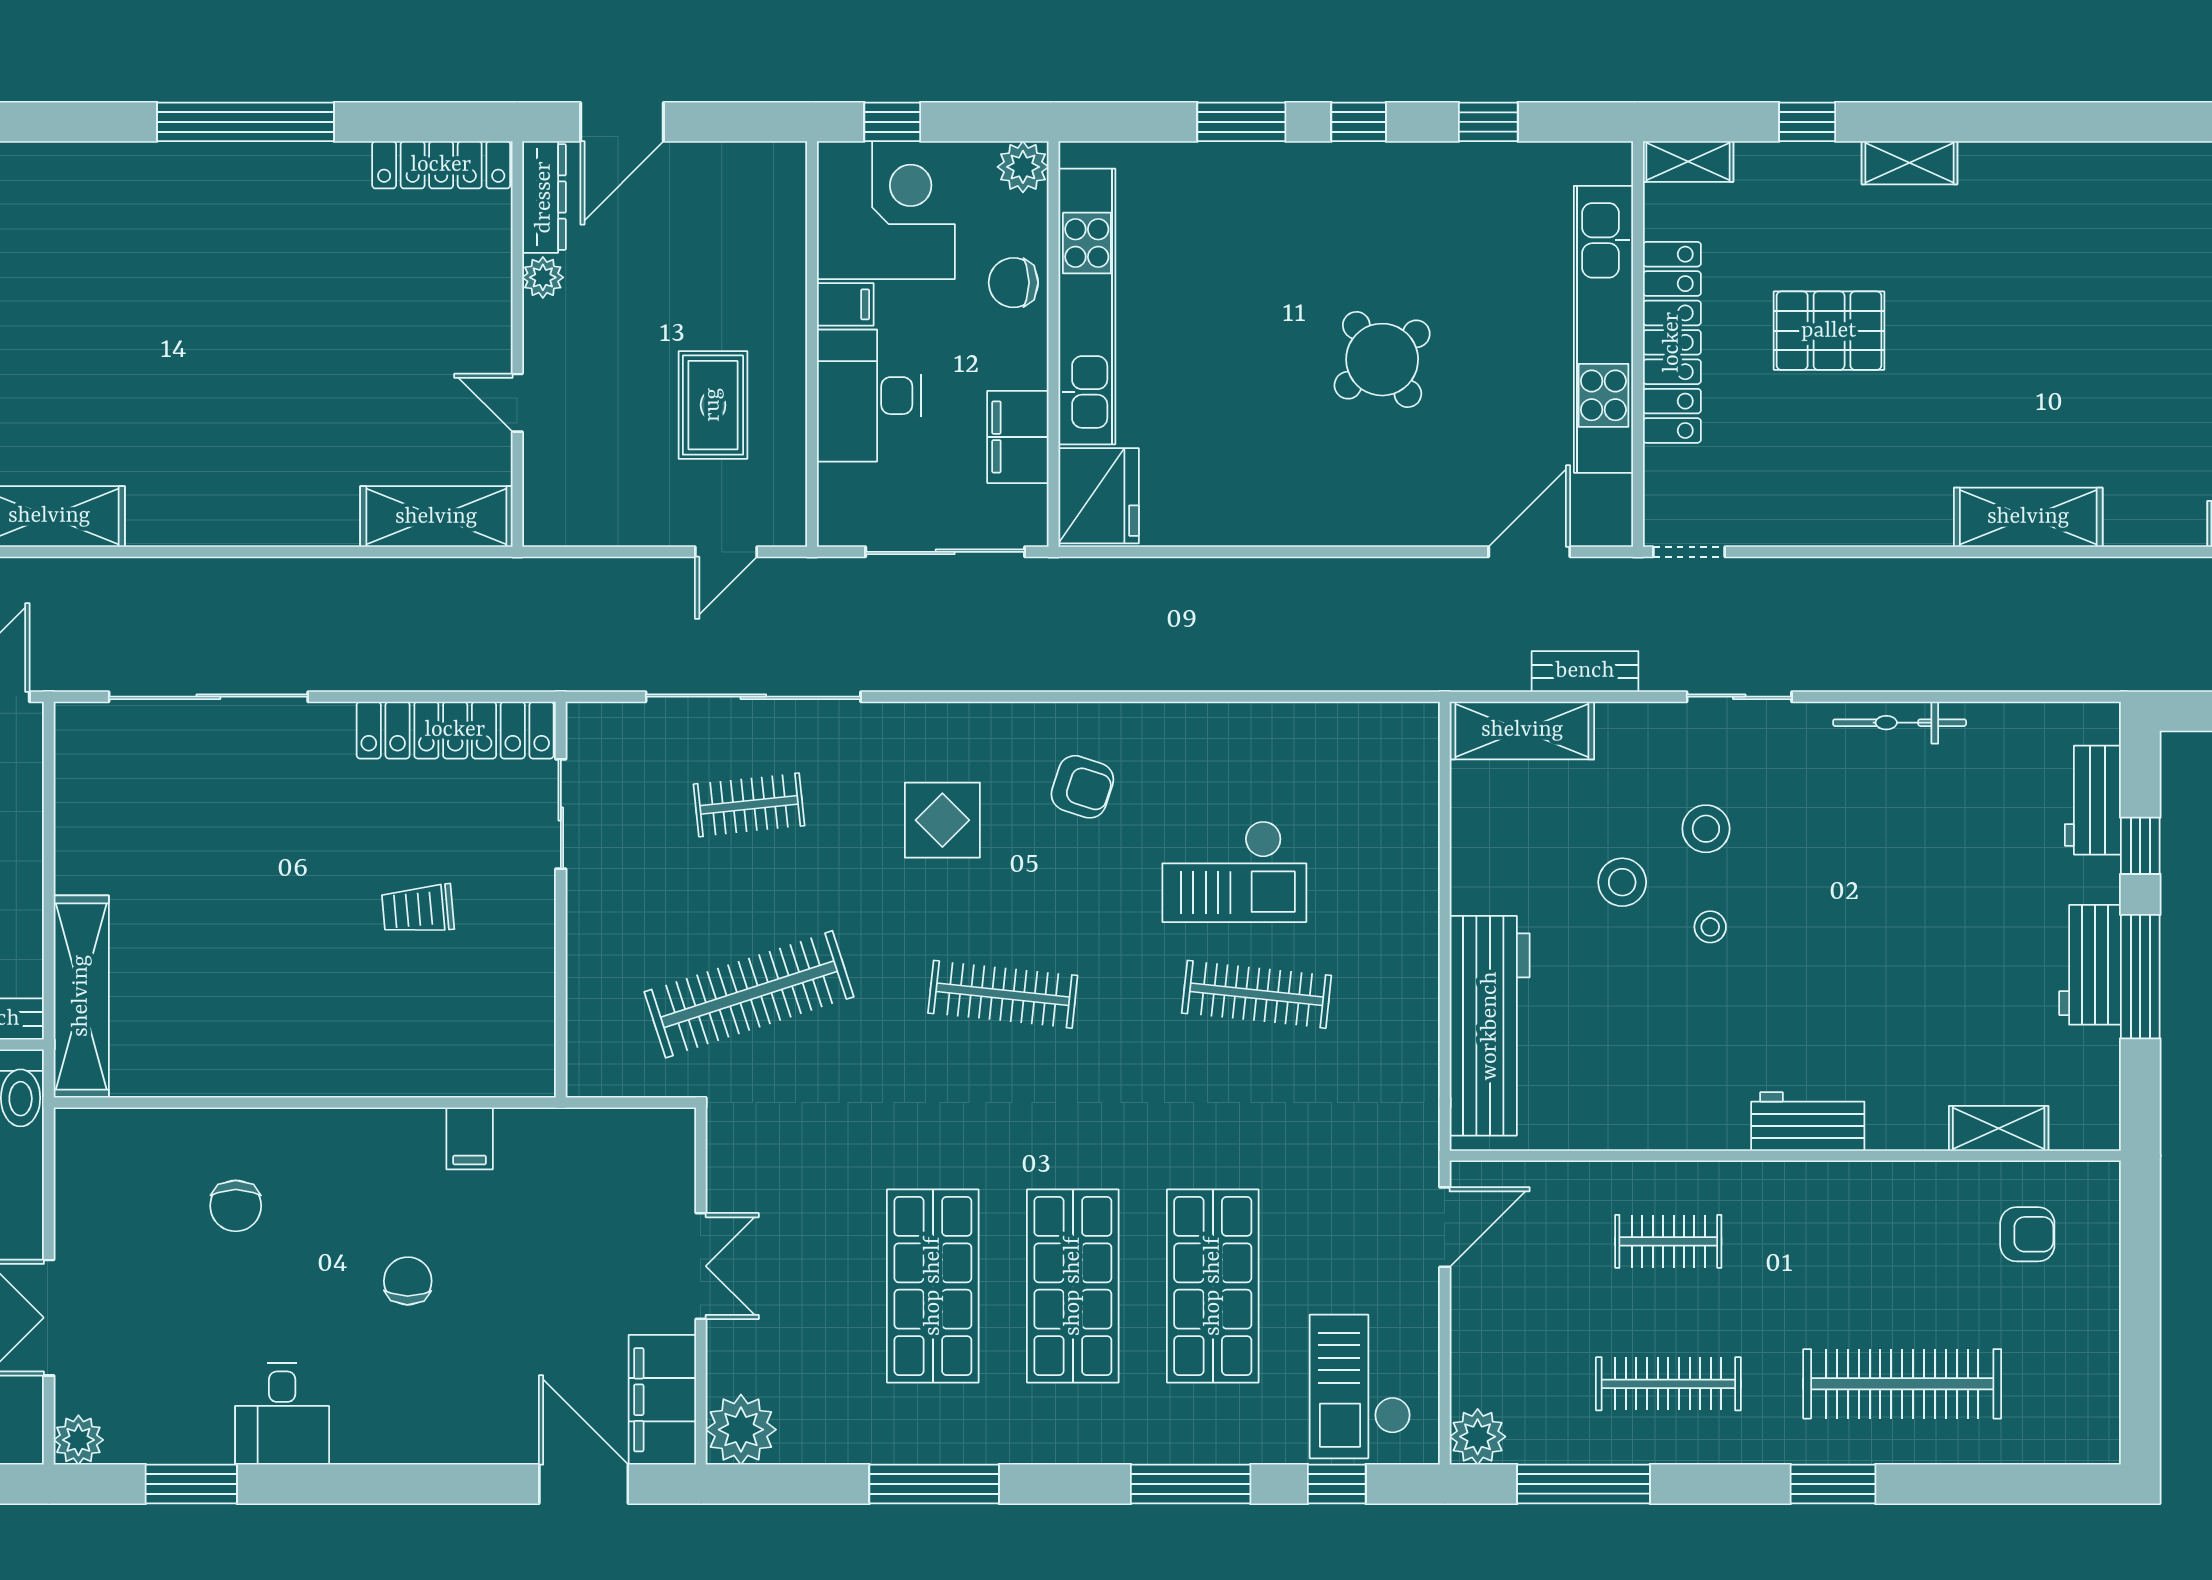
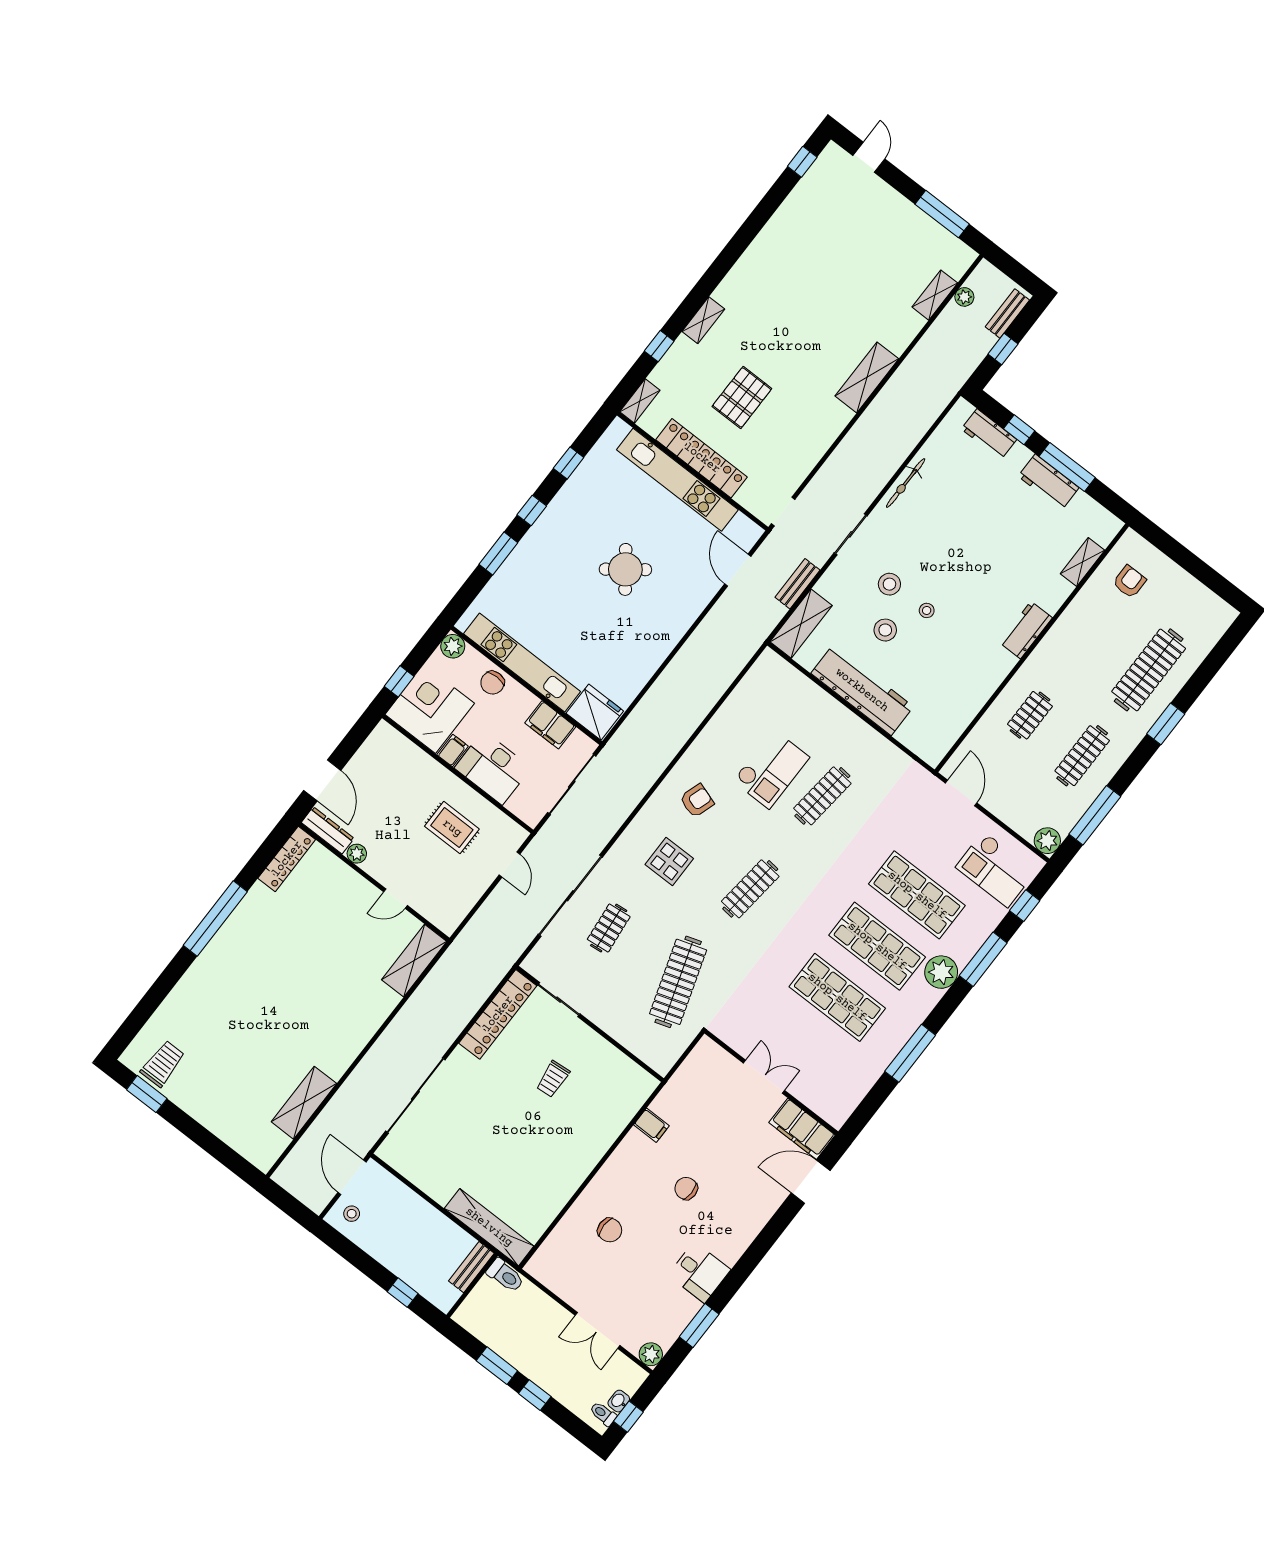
workbench: (1490, 1026) -> (862, 690), moved
plant: (741, 1430) -> (941, 972), moved

